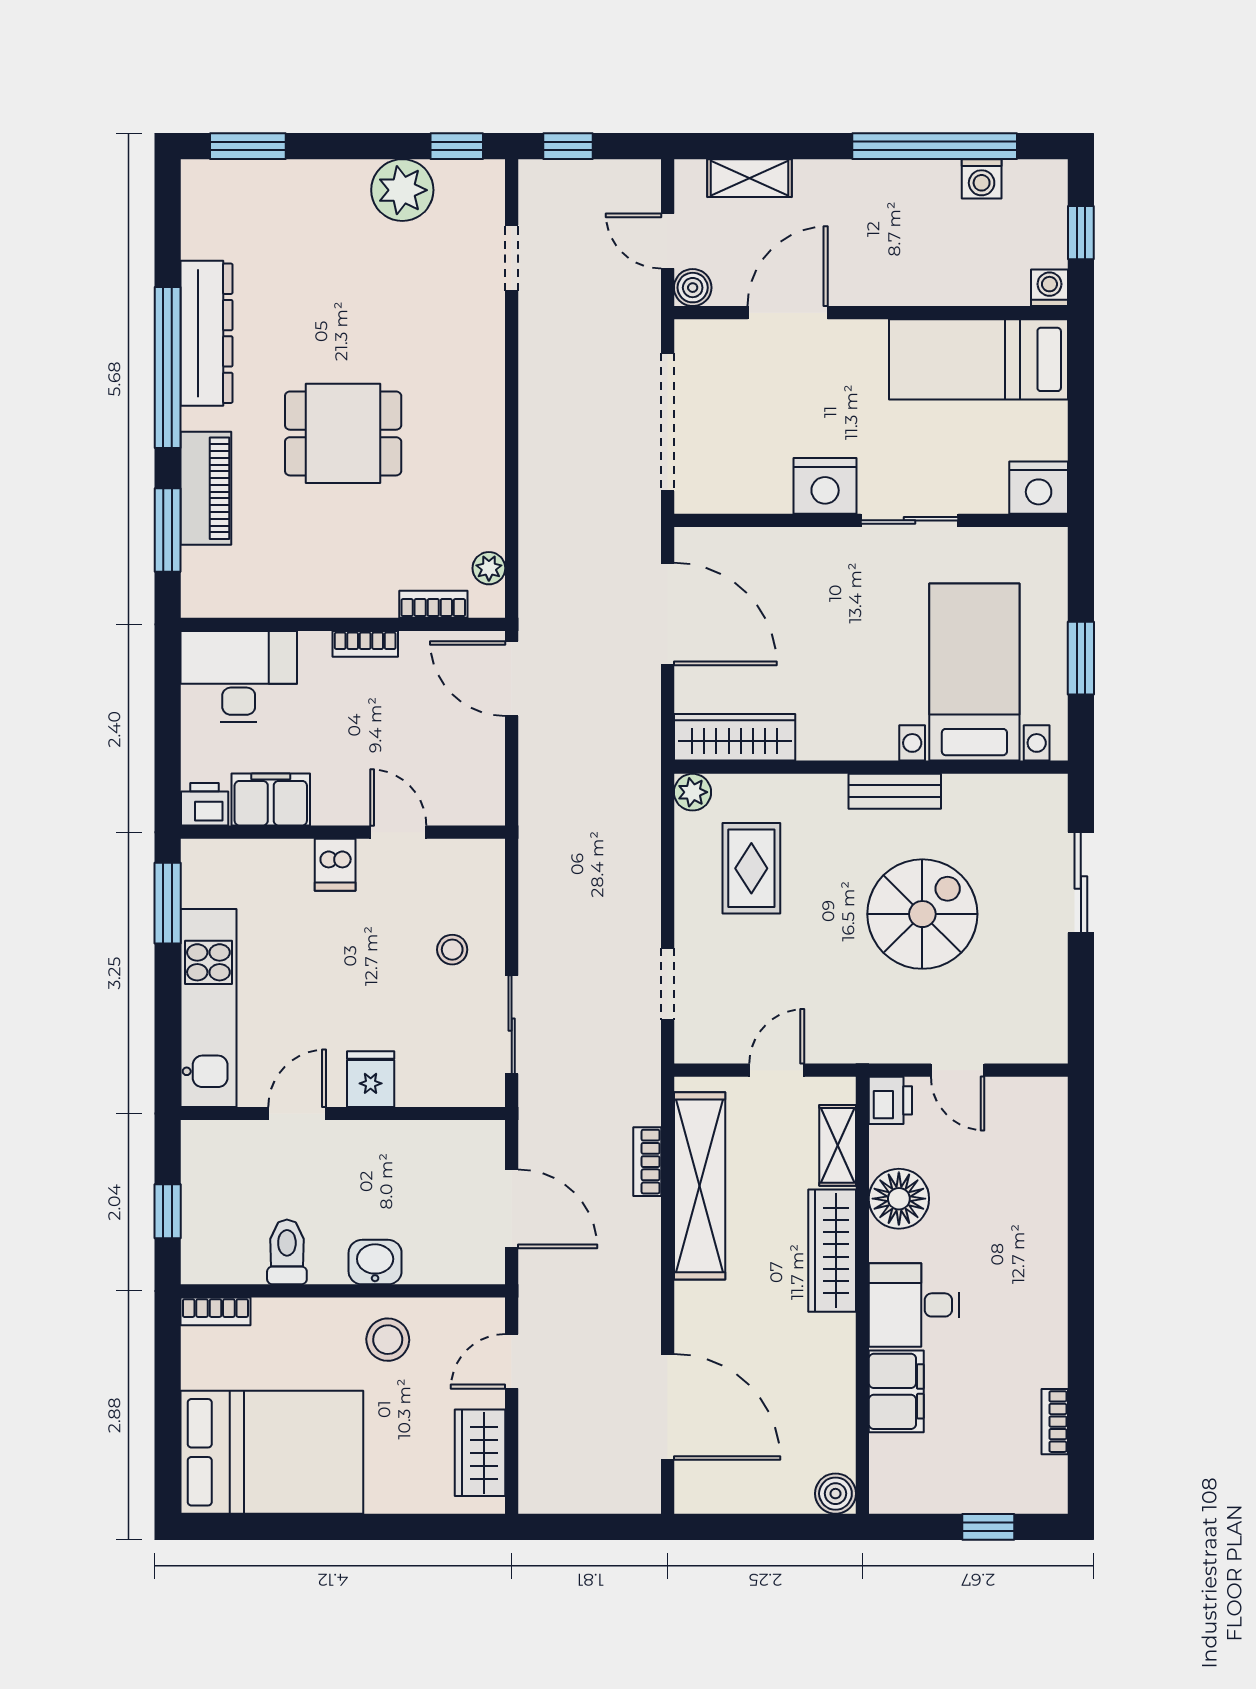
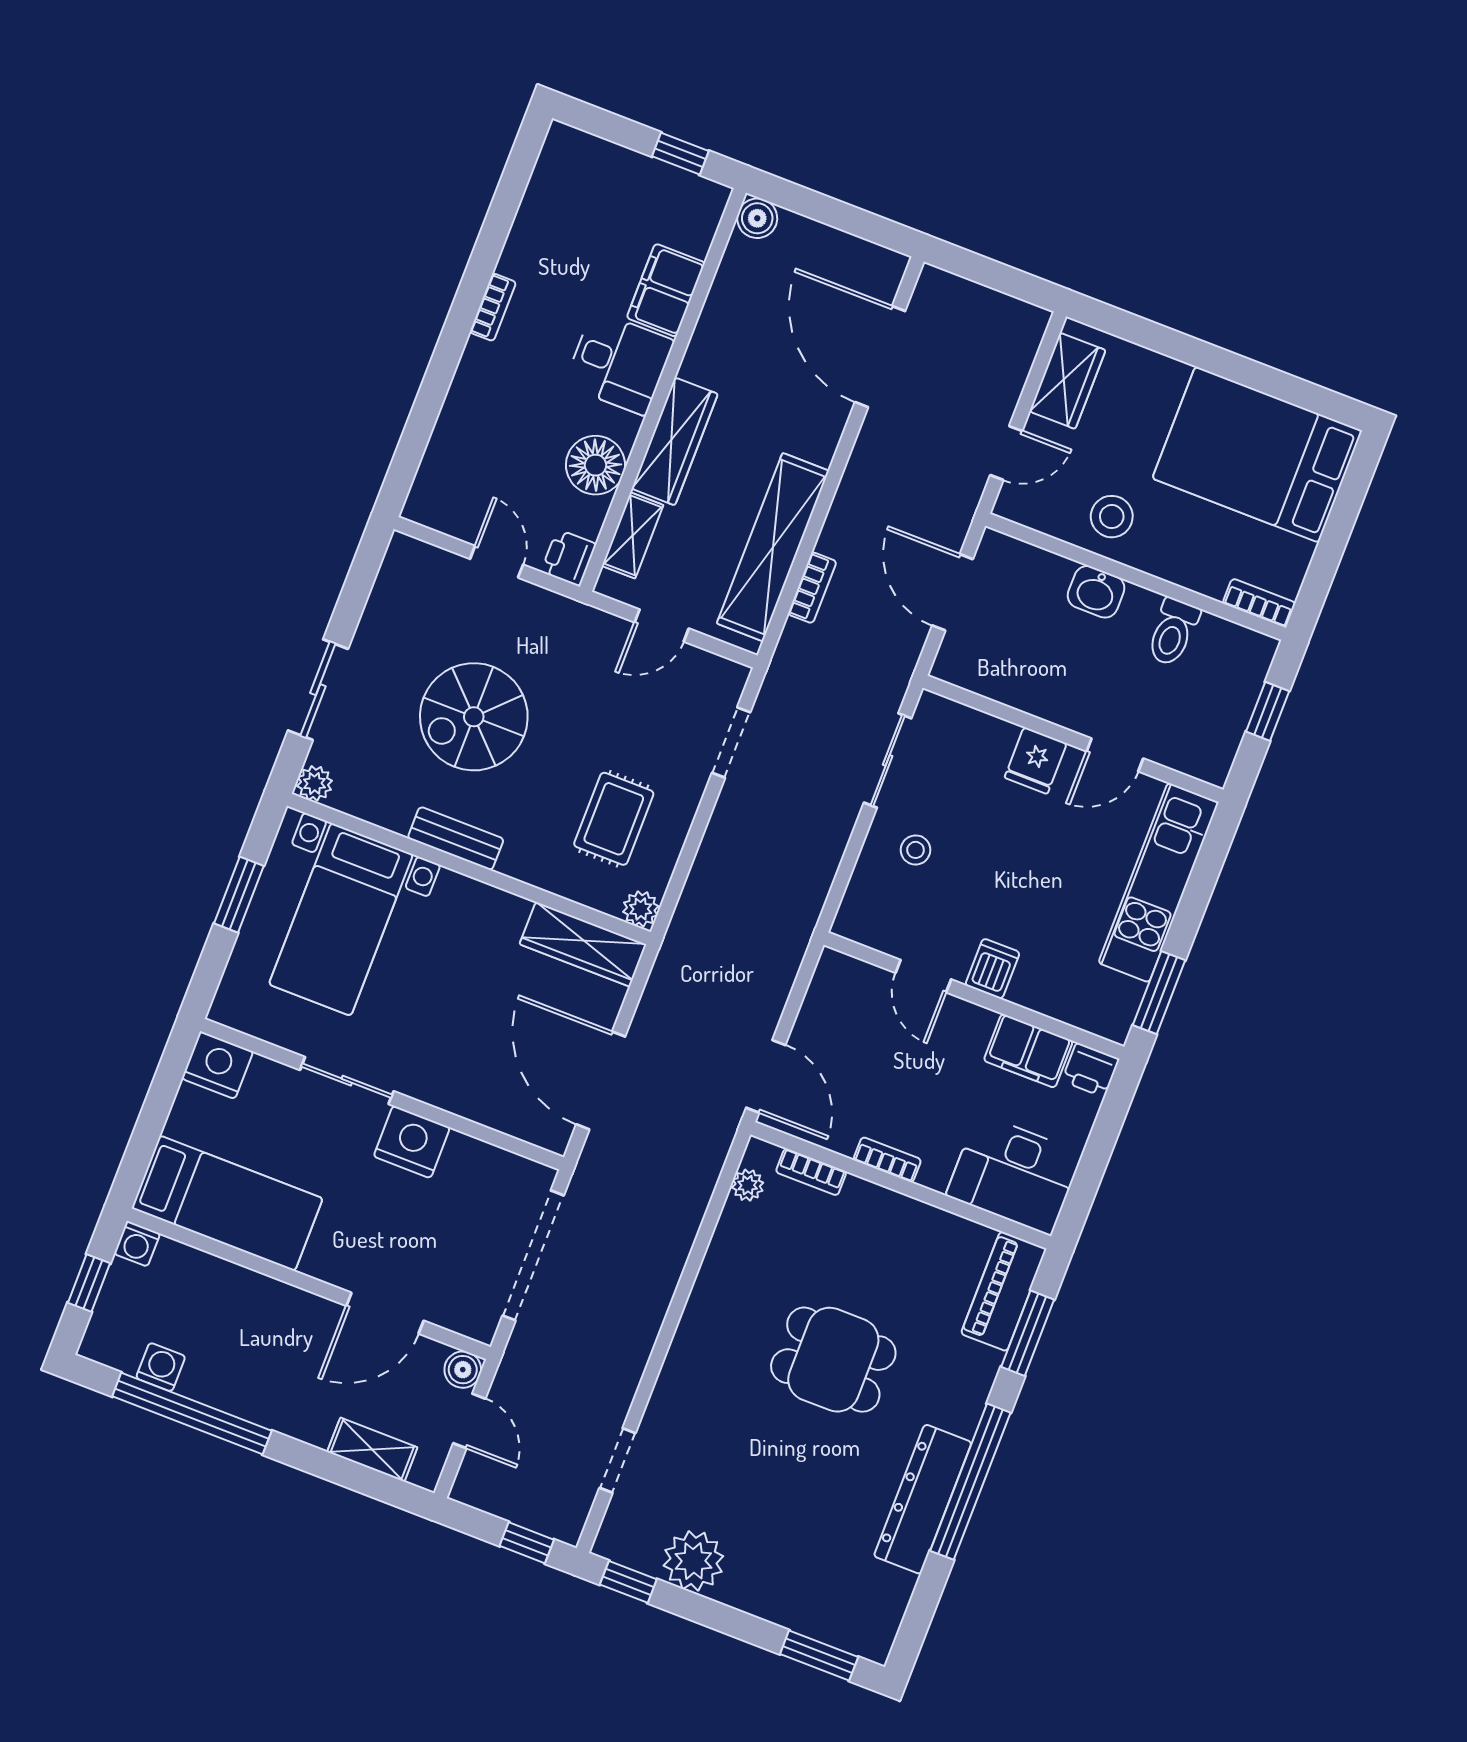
piano: (206, 488) -> (1004, 1291), moved
plant: (1050, 792) -> (314, 783), added
bookcase: (1055, 1422) -> (493, 307), moved
window: (988, 1527) -> (680, 154), moved

